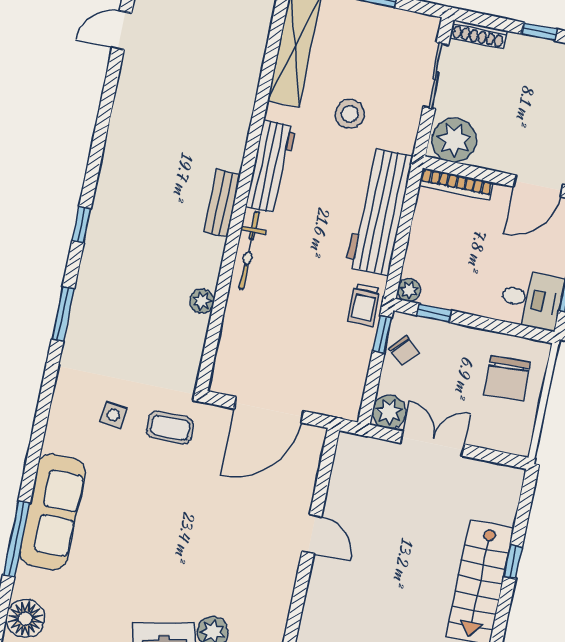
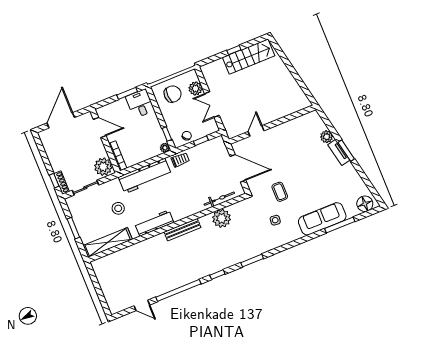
window: (539, 32) -> (54, 181), moved
window: (102, 124) -> (178, 290), added
bench: (222, 203) -> (182, 230), width x1.36
bicycle: (249, 250) -> (219, 199), moved
plant: (202, 301) -> (222, 218), width x1.88, depth x1.88
window: (382, 334) -> (201, 141), moved
plant: (389, 412) -> (195, 88), moved
coffee table: (170, 428) -> (280, 192), moved
door: (312, 534) -> (256, 131), moved

